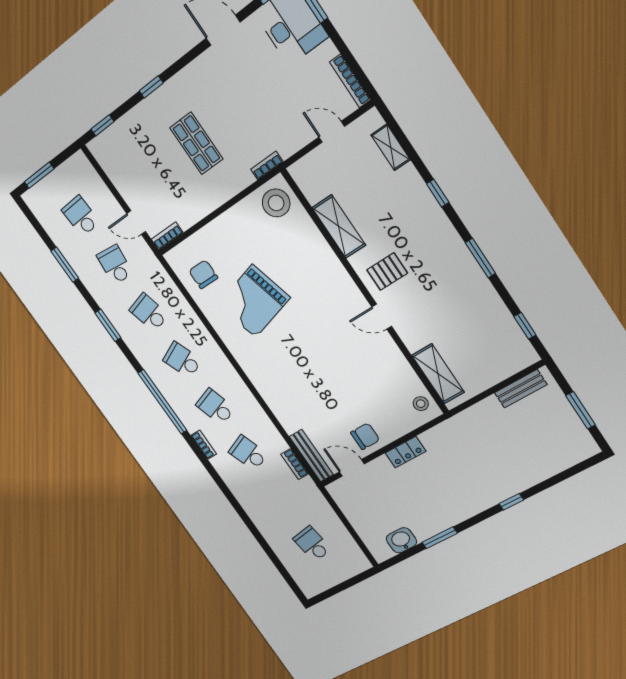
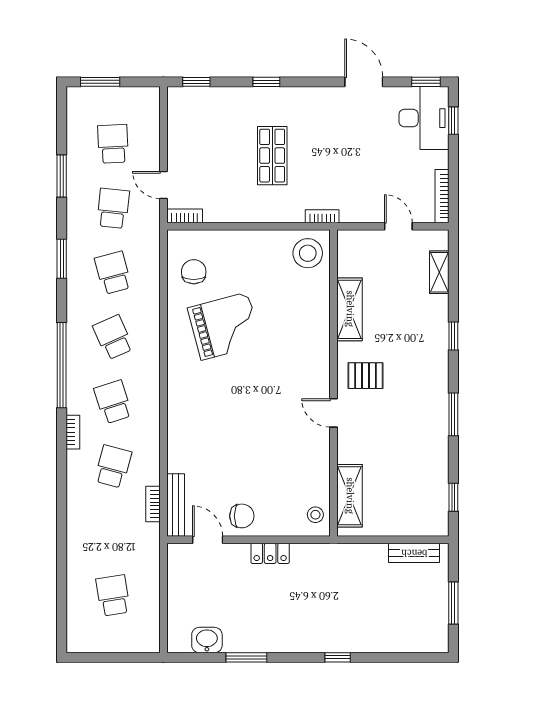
grand piano: (254, 301) -> (224, 326), turned 180
school desk: (248, 453) -> (113, 466), turned 36

